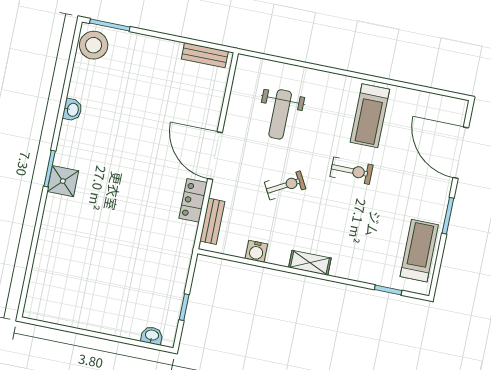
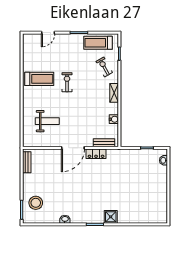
stool: (94, 45) -> (36, 203), moved
door: (461, 153) -> (48, 33), width x0.53
shower: (63, 181) -> (111, 217), moved
exercise bike: (285, 185) -> (104, 67), moved

